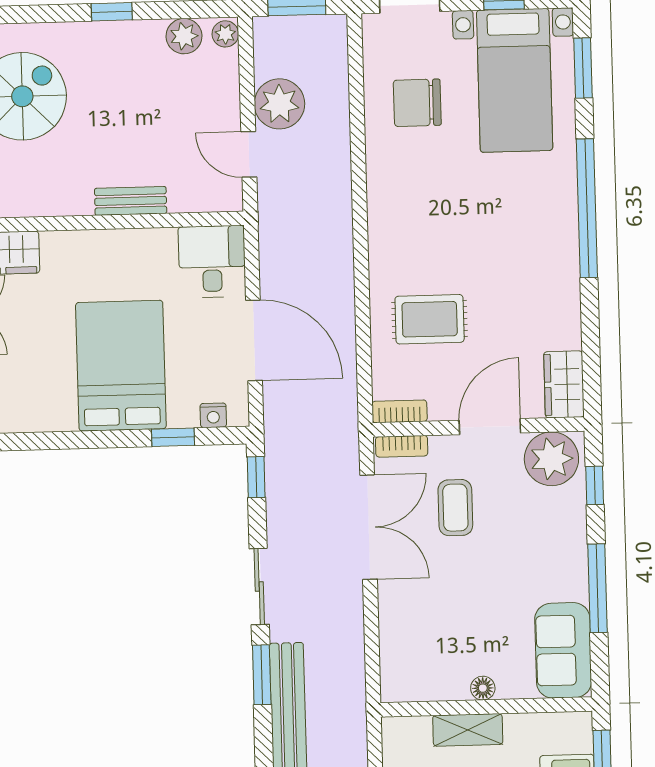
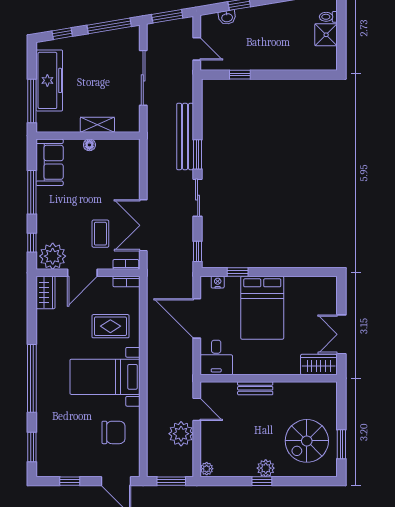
plant: (184, 36) -> (266, 468), moved
bed with nightstands: (515, 80) -> (105, 377), moved, turned -90

